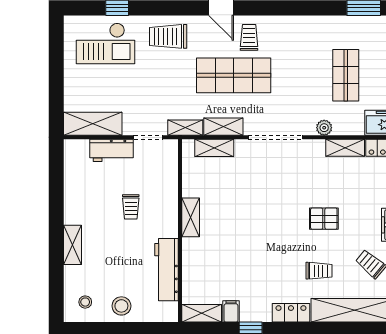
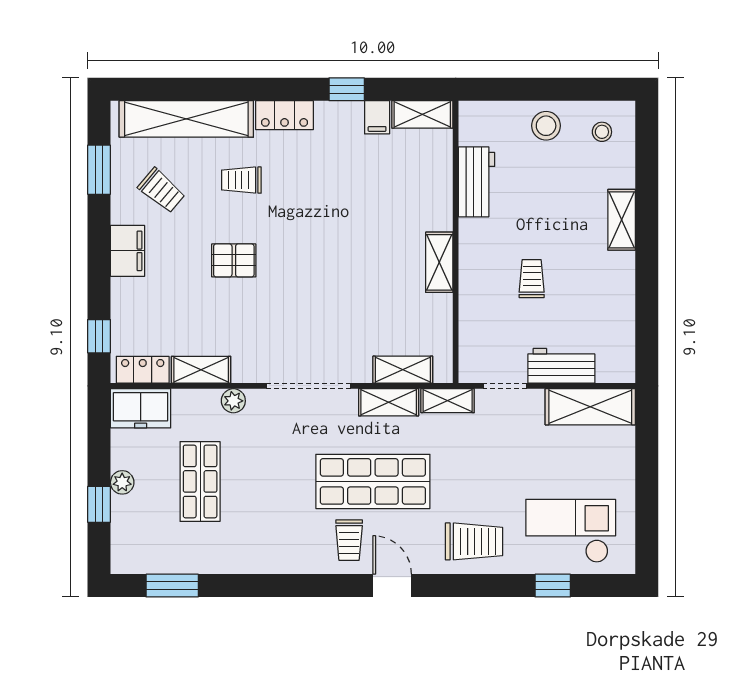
workbench: (166, 270) -> (477, 182), width x0.73

